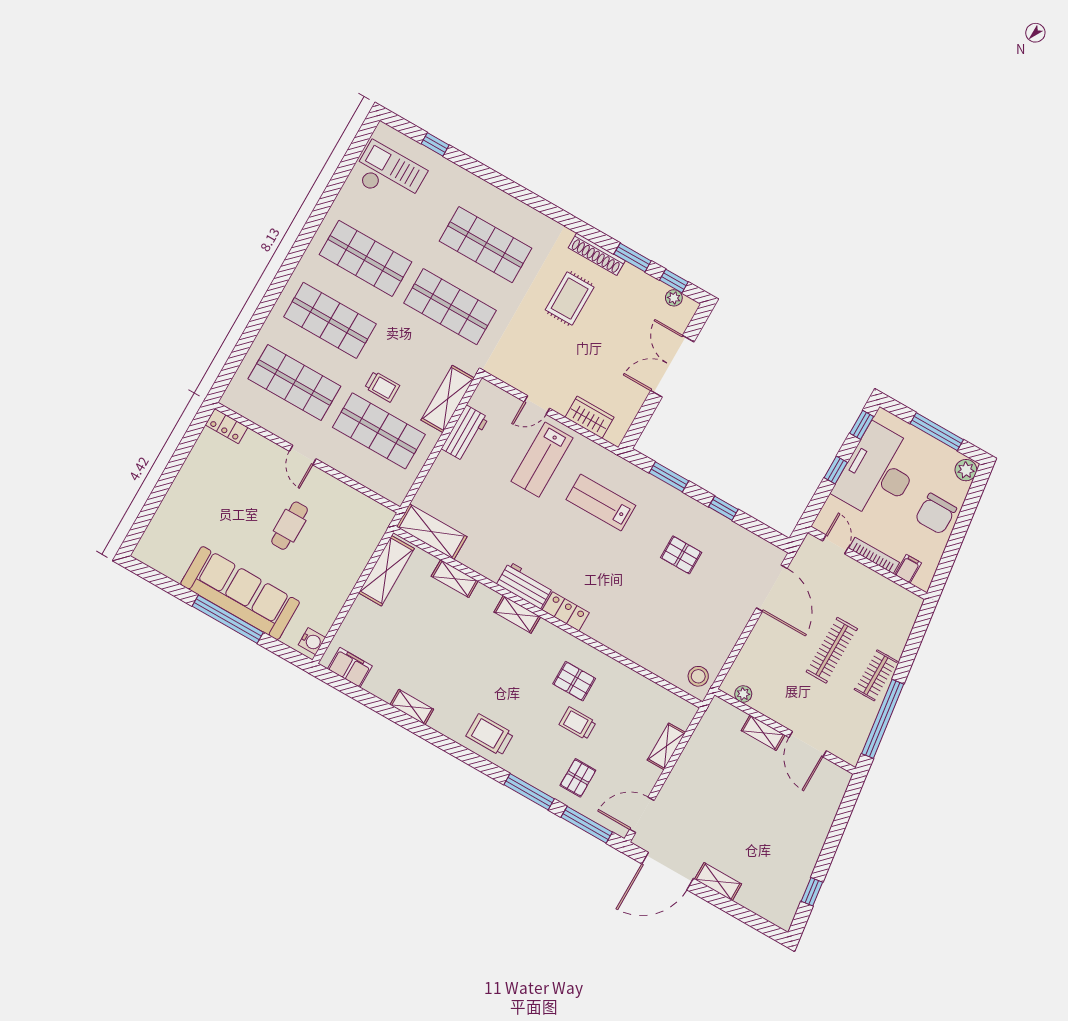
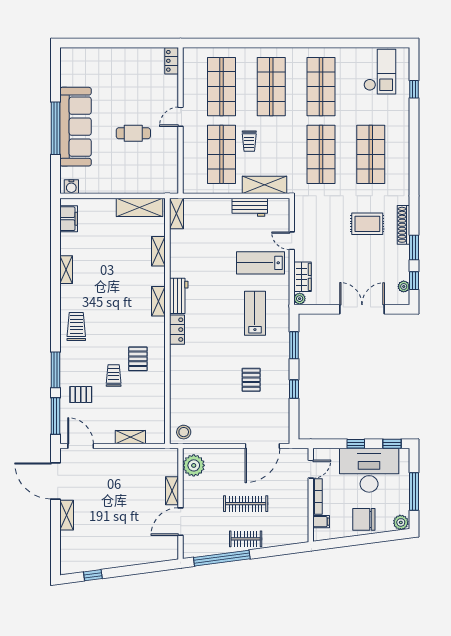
plant: (615, 436) -> (300, 299), added
shelving: (432, 532) -> (176, 213), width x0.67, depth x0.75
plant: (743, 694) -> (194, 465), width x1.88, depth x1.88

